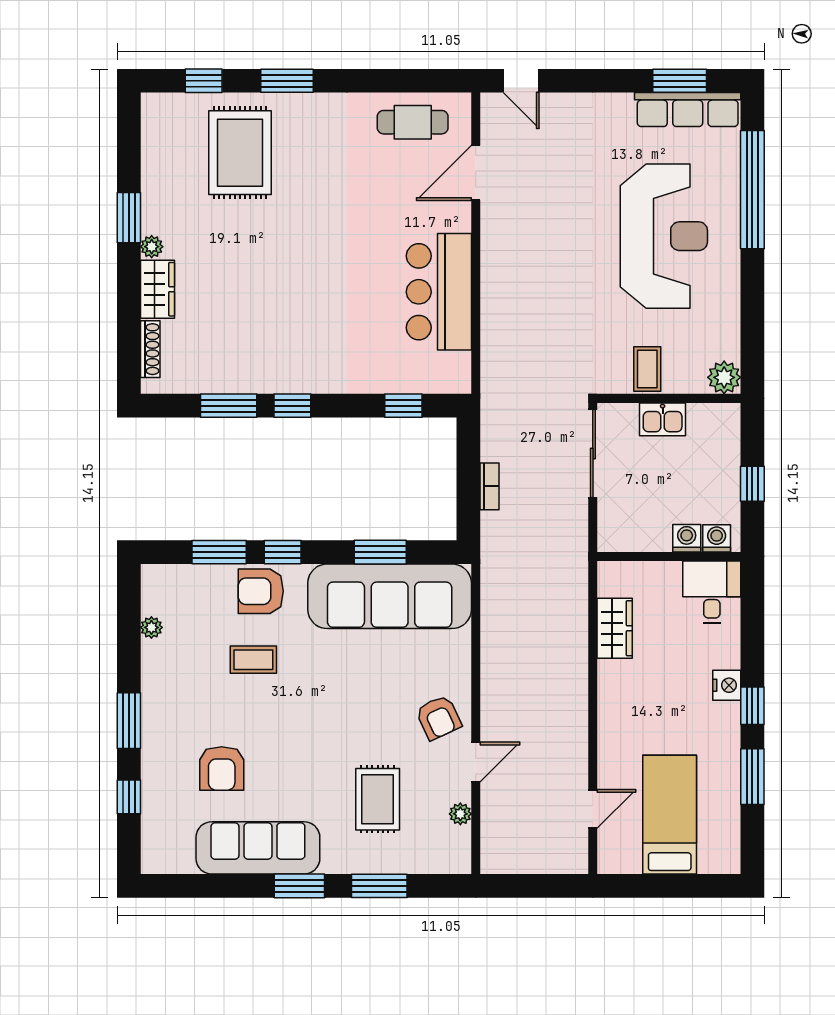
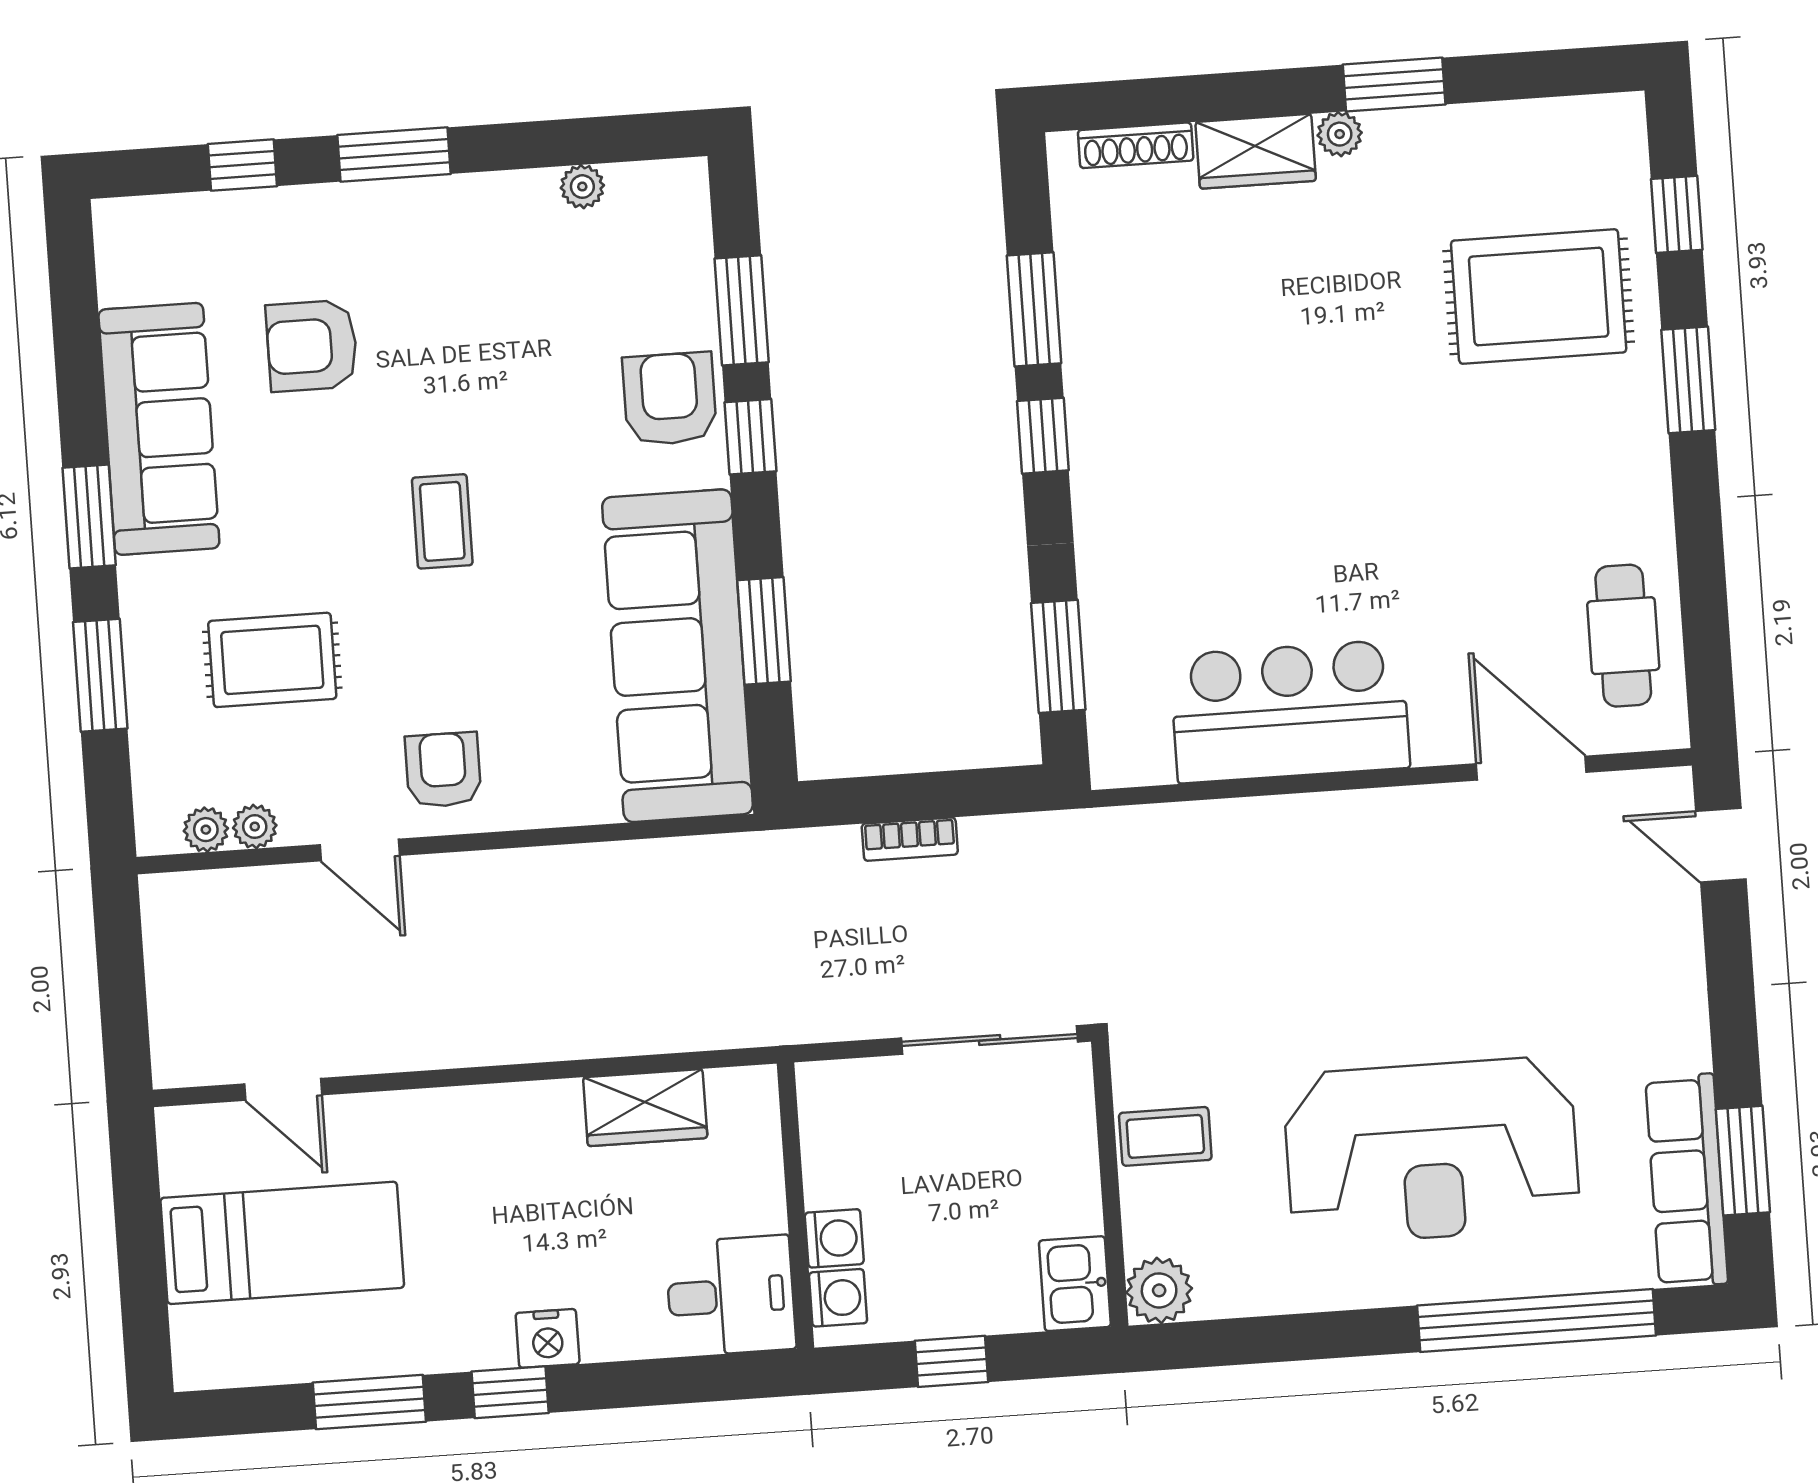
door: (521, 81) -> (1721, 845), hinge flipped
window: (403, 406) -> (1058, 656), width x1.50
kitchen sink: (663, 419) -> (1075, 1284), moved
coffee table: (253, 660) -> (442, 521), moved
armchair: (439, 718) -> (443, 770), turned 115
plant: (460, 838) -> (206, 830), added

